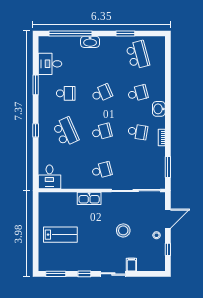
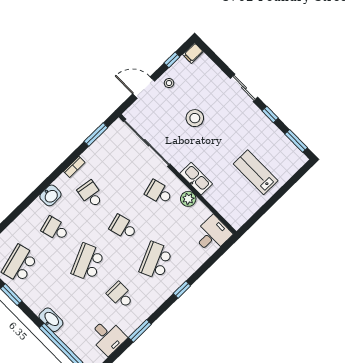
school desk: (102, 93) -> (88, 262), width x1.85
plant: (82, 183) -> (188, 199), added
filing cabinet: (131, 265) -> (193, 53), moved

